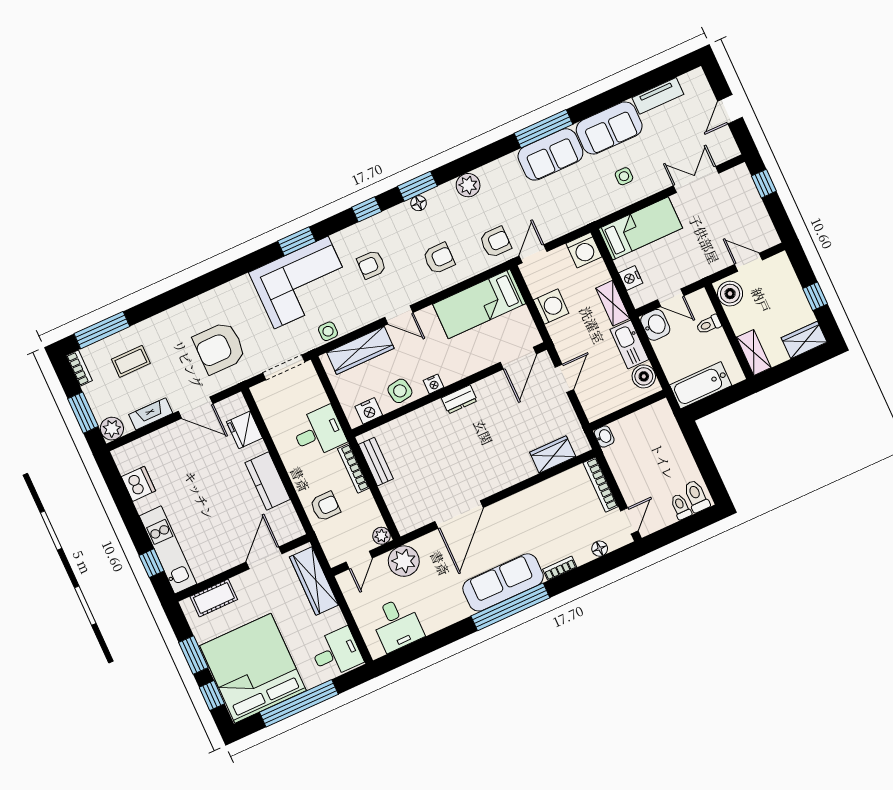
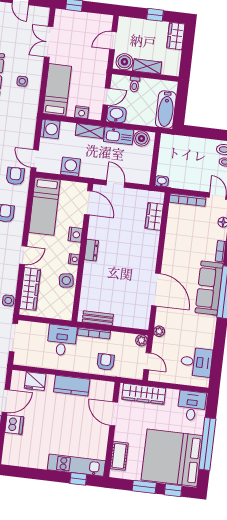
shelving: (754, 352) -> (147, 66), moved
nightstand: (369, 411) -> (75, 235), moved
dishwasher: (138, 484) -> (14, 425), moved, turned 90
plant: (404, 561) -> (159, 331), width x0.53, depth x0.53

